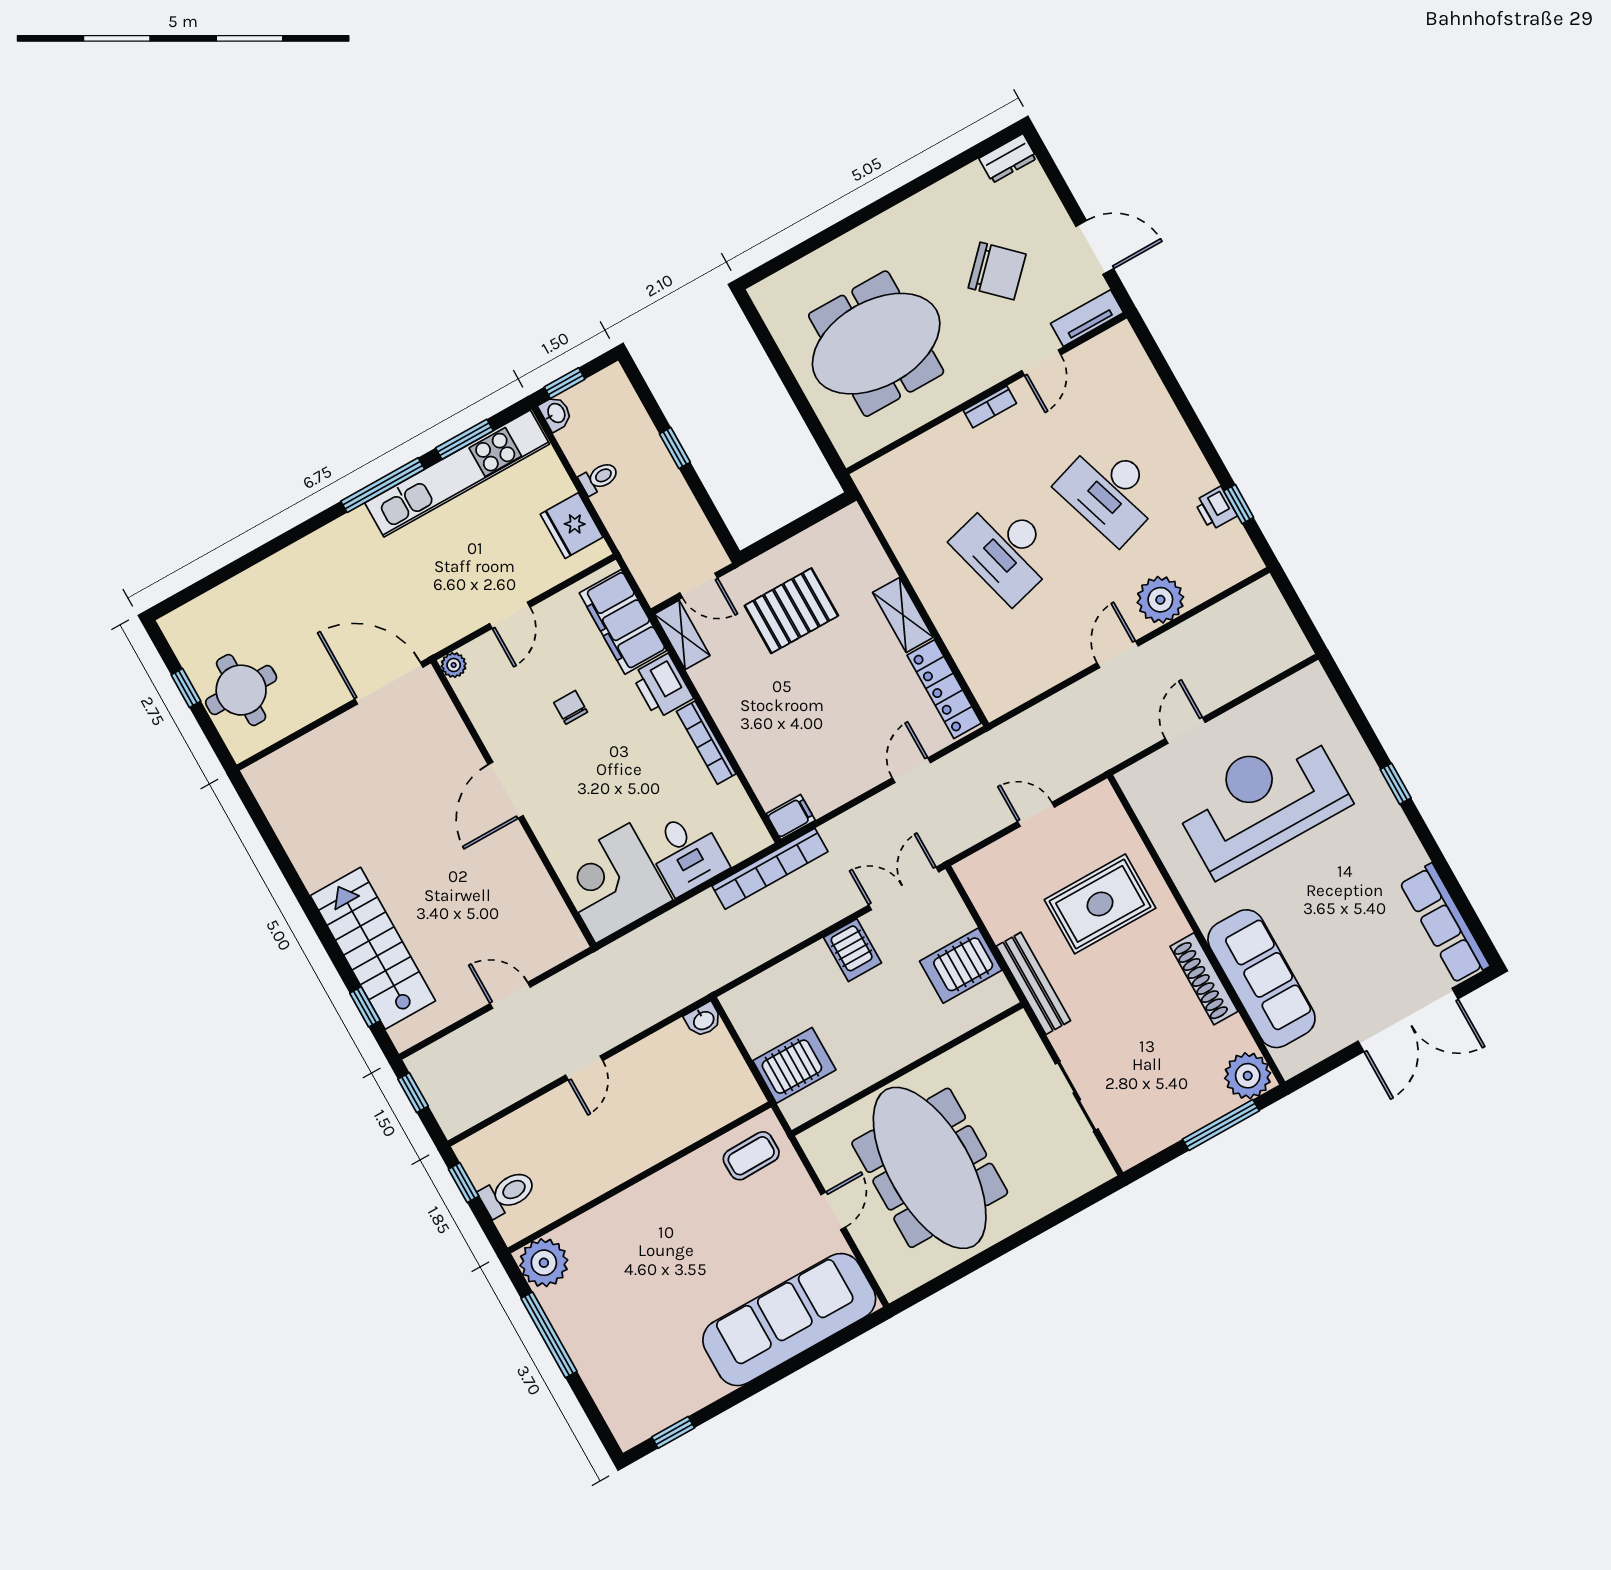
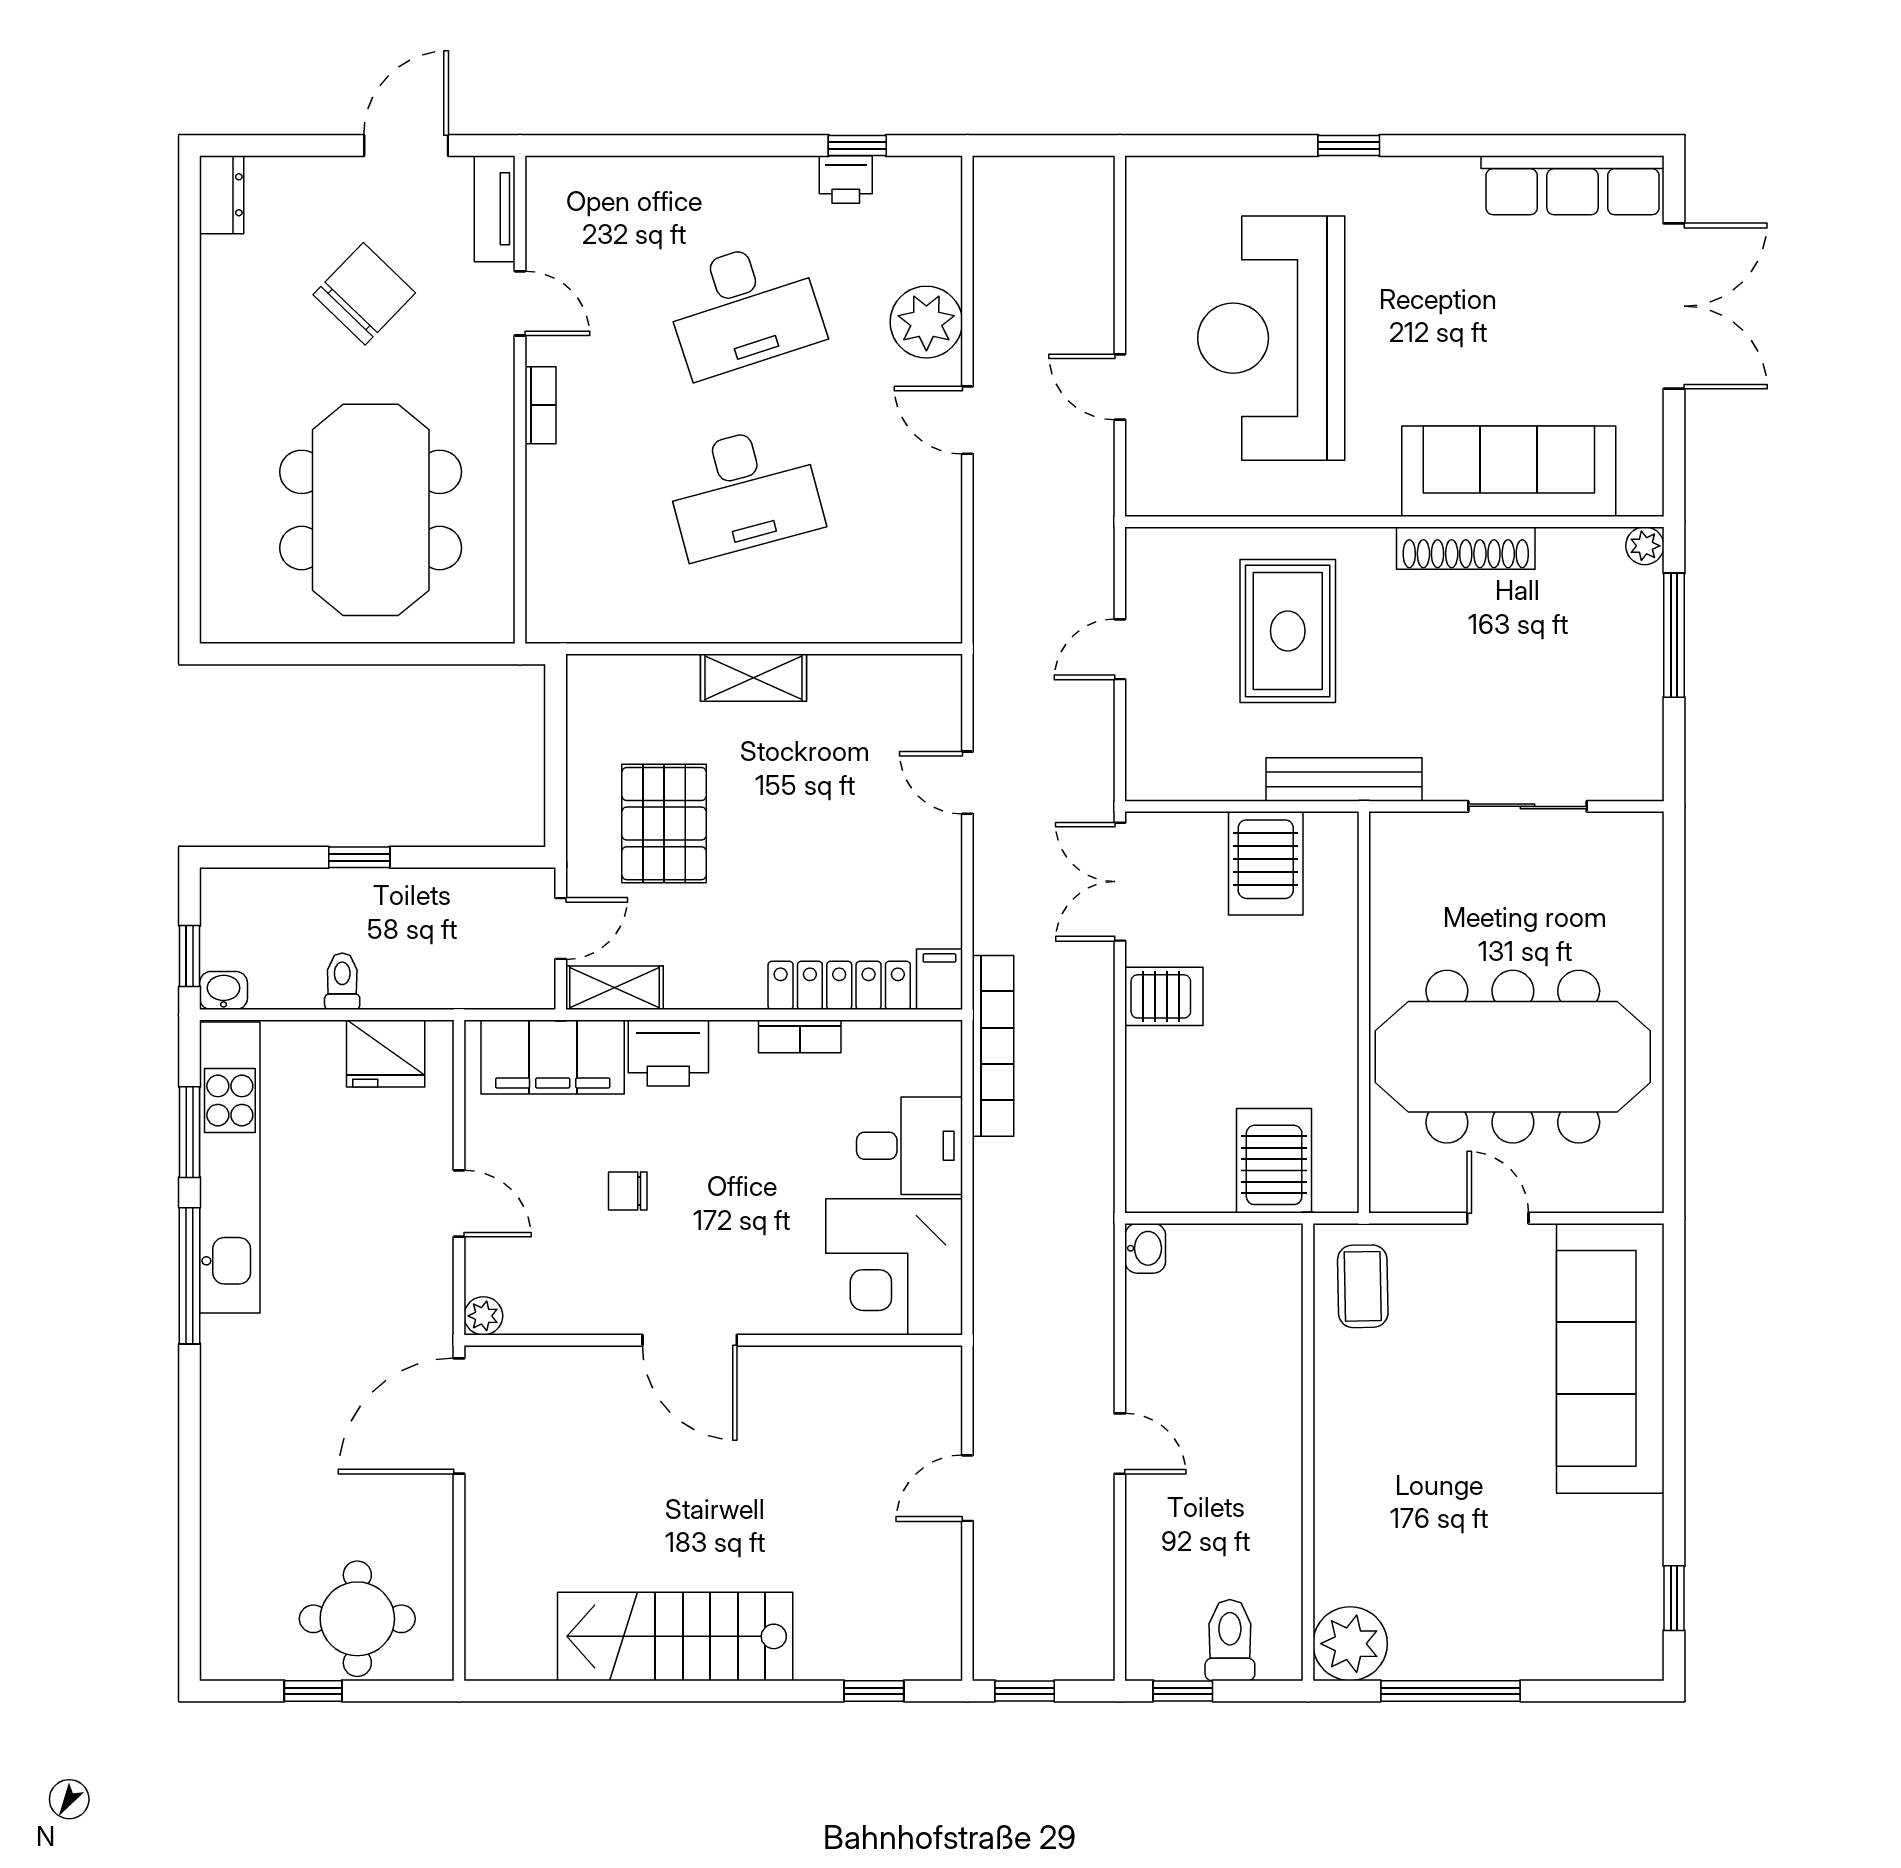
locker: (944, 689) -> (839, 985), moved, turned 180
bookcase: (706, 743) -> (800, 1036), width x0.64
stairs: (373, 948) -> (675, 1636), moved
plant: (1248, 1076) -> (1645, 546), width x0.53, depth x0.53

